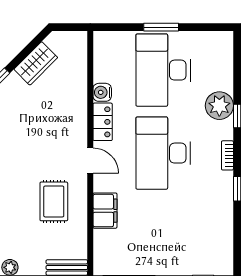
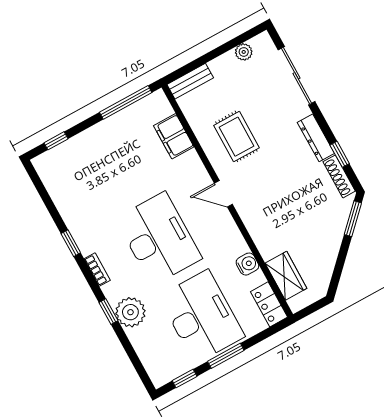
window: (205, 27) -> (185, 379), added
wardrobe: (36, 63) -> (286, 276), moved, turned 135
locker: (103, 122) -> (269, 304), moved
filing cabinet: (105, 211) -> (174, 136), moved

